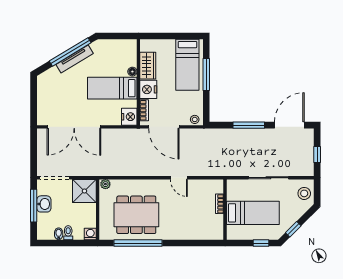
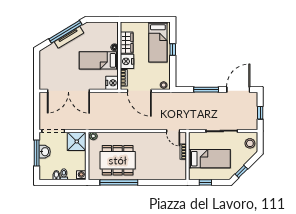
window: (206, 74) -> (173, 50), width x0.46
door: (179, 178) -> (173, 131), moved
window: (261, 243) -> (205, 182), moved

